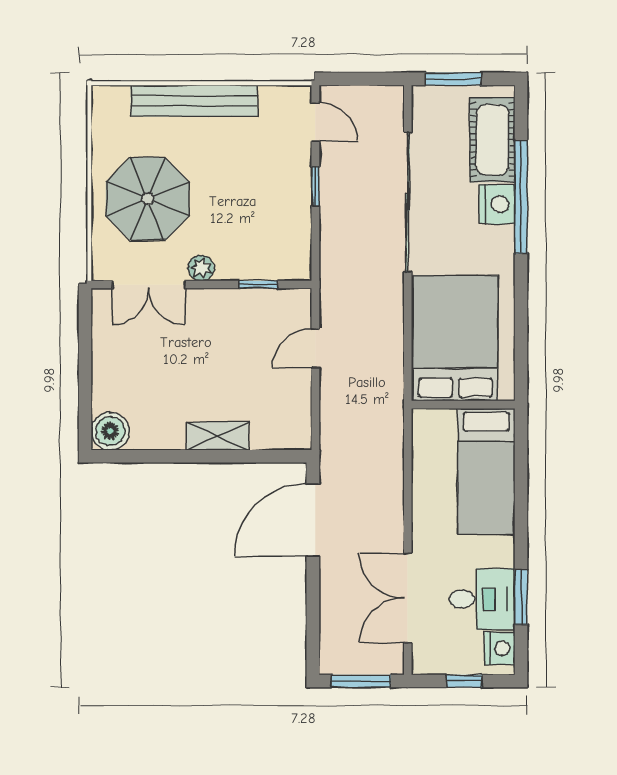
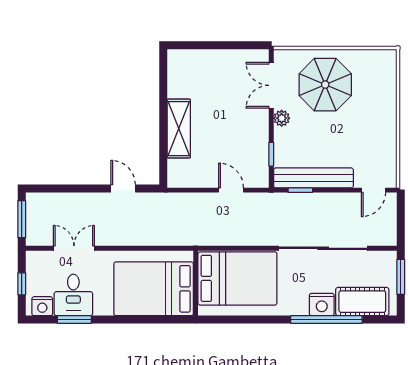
bench: (194, 101) -> (313, 178), moved, turned 90
window: (315, 186) -> (300, 190), moved
boiler: (110, 431) -> (179, 61), removed
shelving: (218, 436) -> (179, 129), width x1.50, depth x1.33
bed: (486, 472) -> (154, 289), width x1.50
door: (313, 520) -> (123, 189), width x0.53
double door: (408, 598) -> (74, 248), width x0.73

